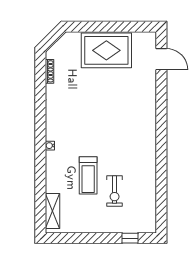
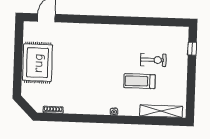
treadmill: (88, 175) -> (139, 81), turned 180
shelving: (53, 211) -> (161, 111), width x1.47

